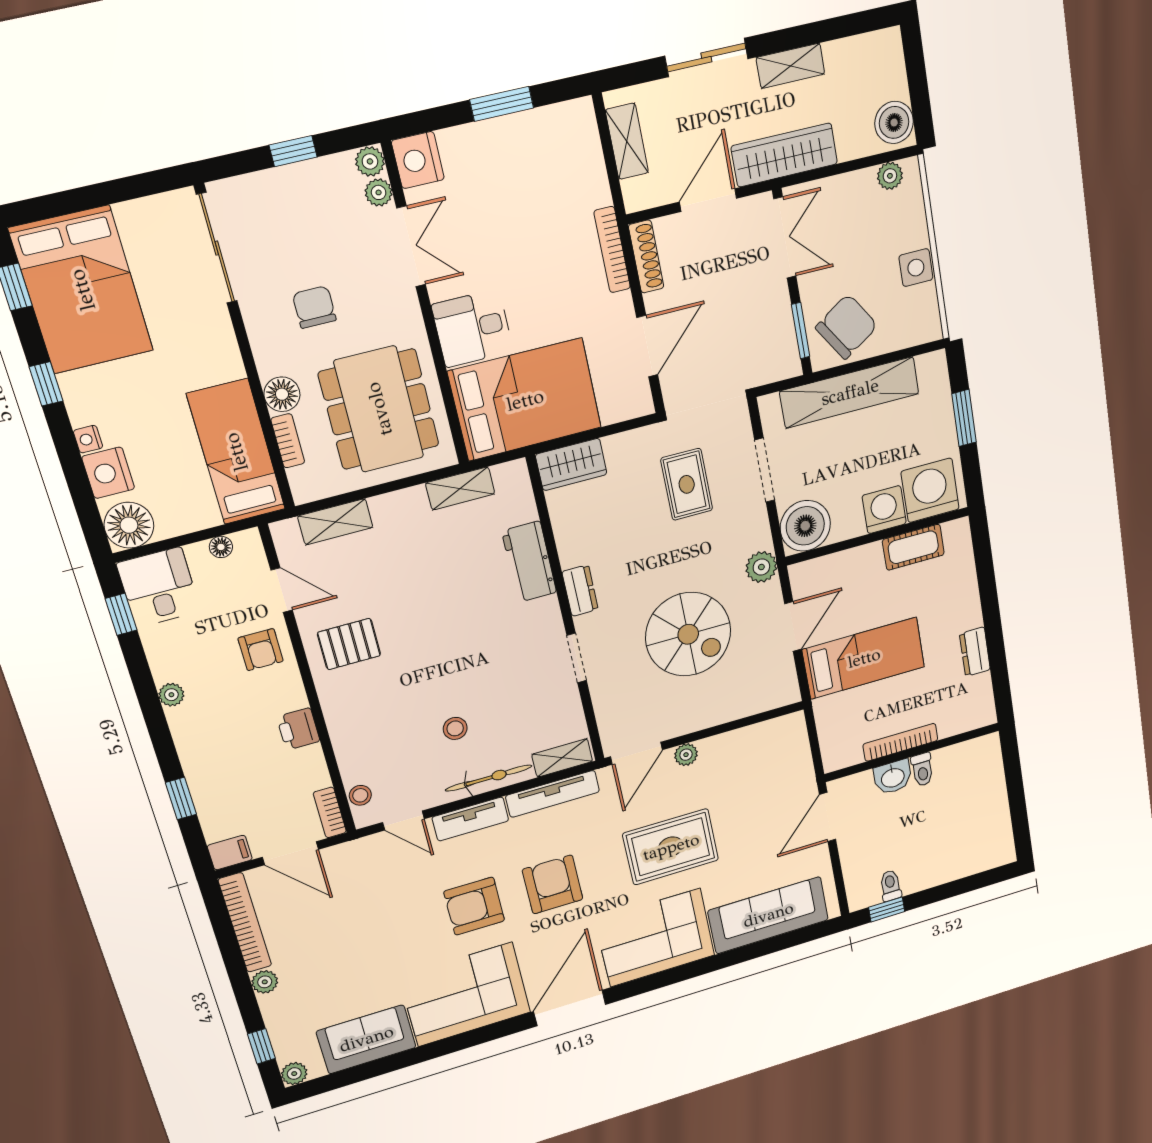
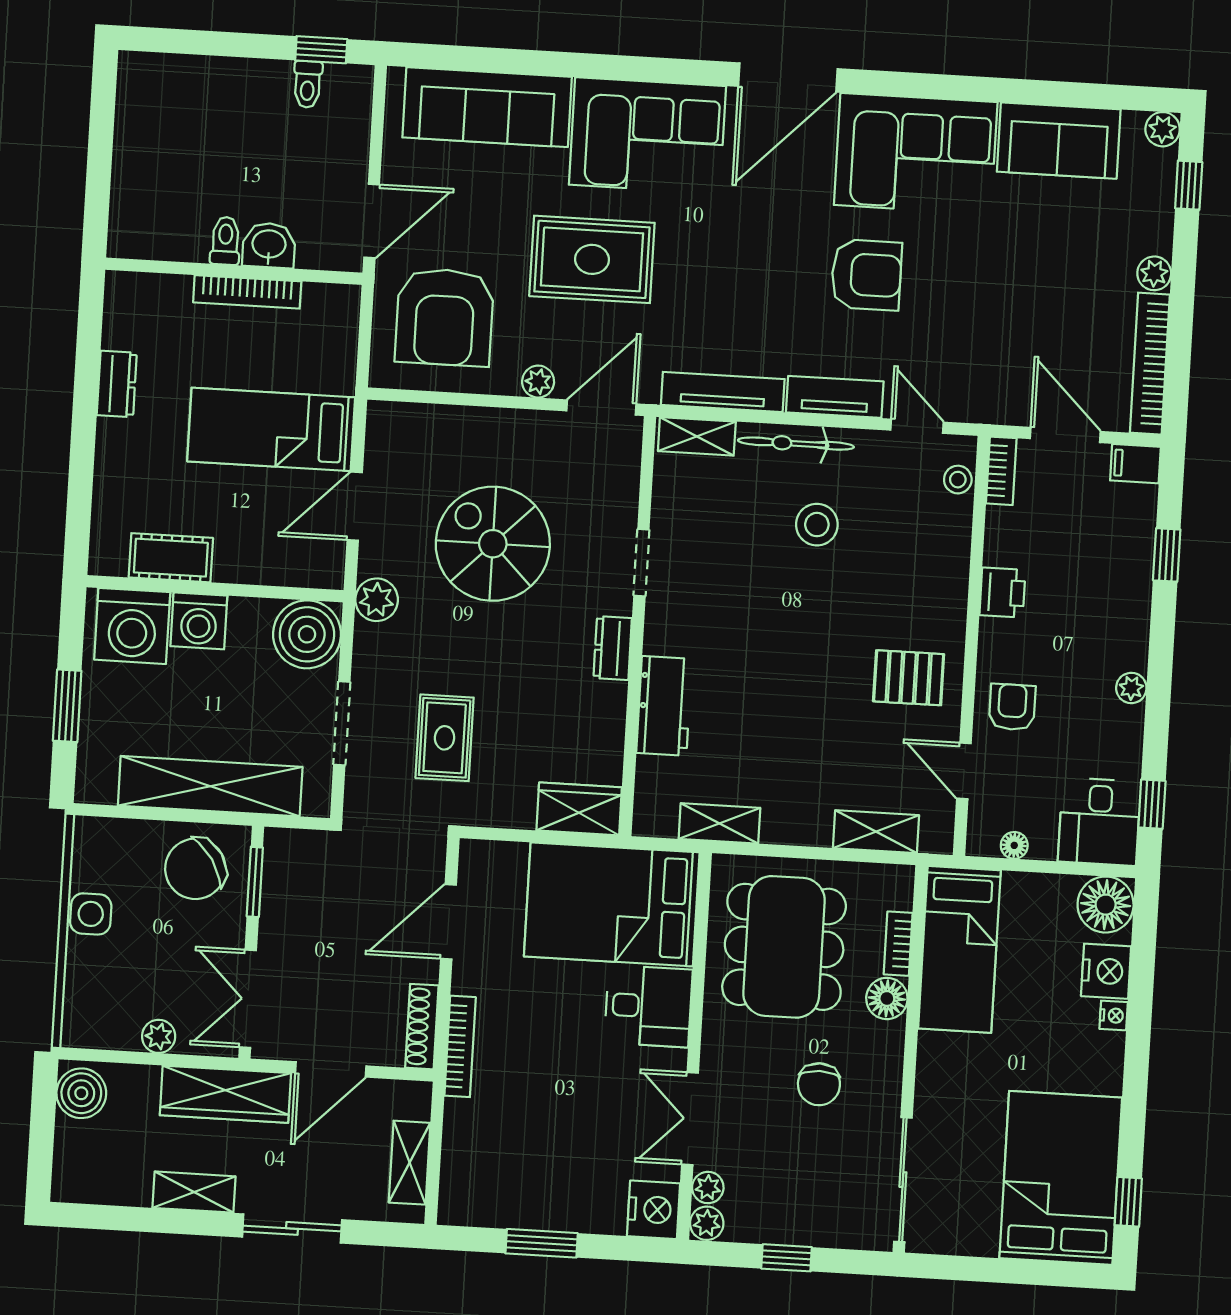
plant: (890, 176) -> (159, 1036), moved
window: (46, 384) -> (1135, 1090), removed
stool: (455, 728) -> (817, 525), width x1.37, depth x1.37
armchair: (553, 884) -> (444, 317), moved, width x1.36, depth x1.36

